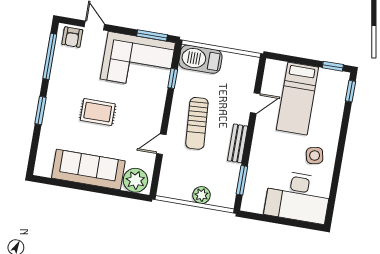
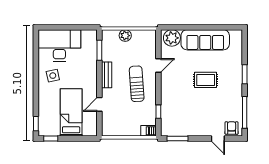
barbecue: (200, 59) -> (148, 131), width x0.53, depth x0.65
corner sofa: (138, 61) -> (184, 119), removed

